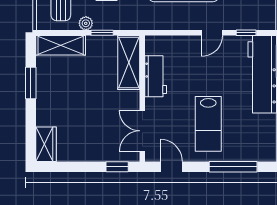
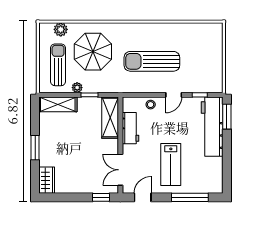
stool: (182, 45) -> (151, 105), added
window: (31, 83) -> (35, 148), moved
door: (171, 167) -> (143, 197), hinge flipped

